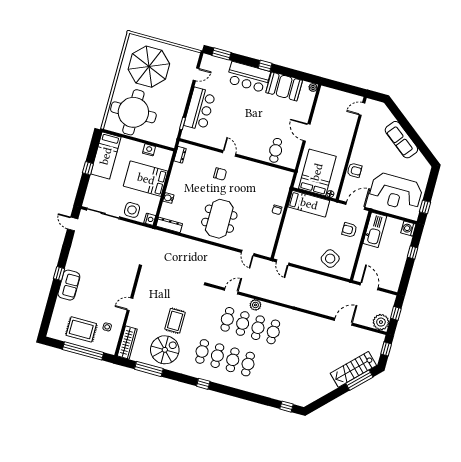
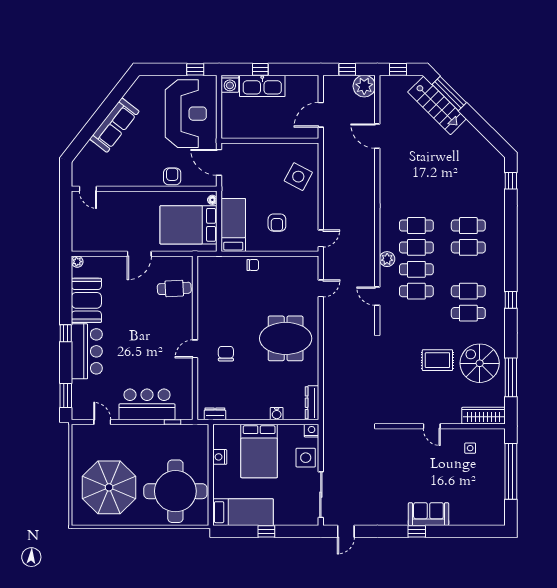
armchair: (349, 230) -> (277, 223), moved
kitchen sink: (375, 230) -> (262, 86), moved, turned 180
rug: (81, 329) -> (483, 482), removed
cafe table: (233, 360) -> (468, 226), moved

